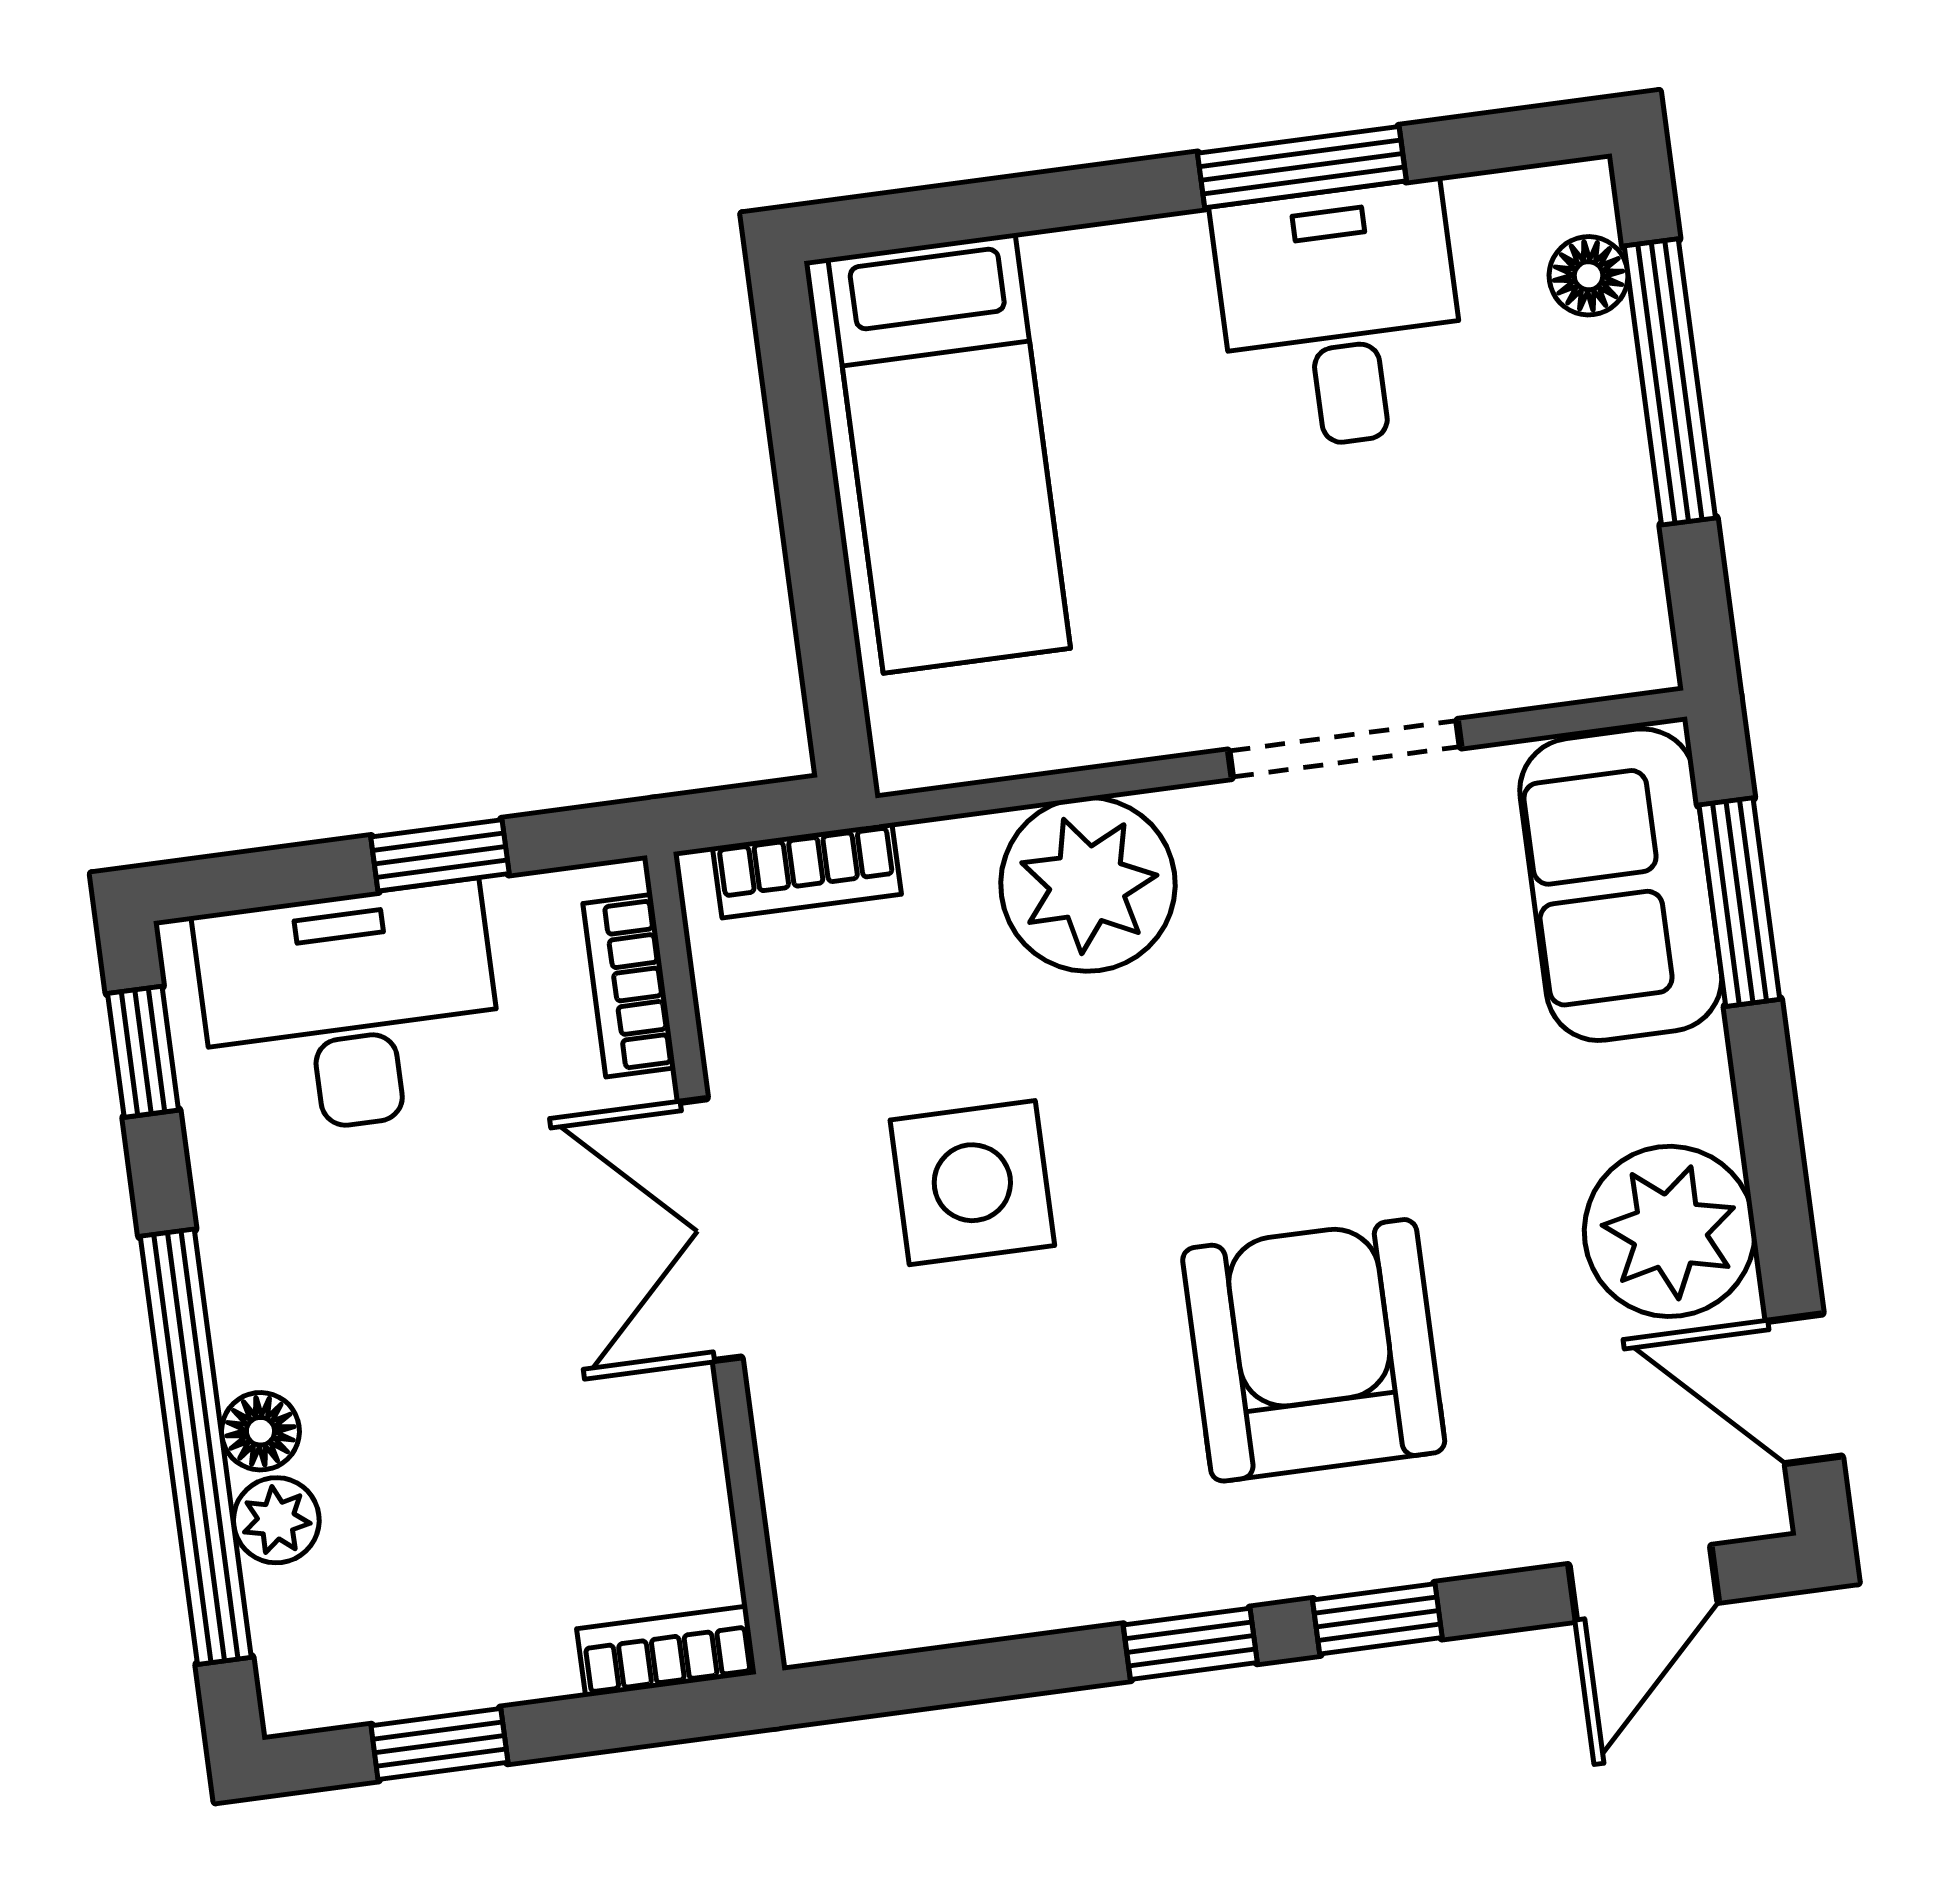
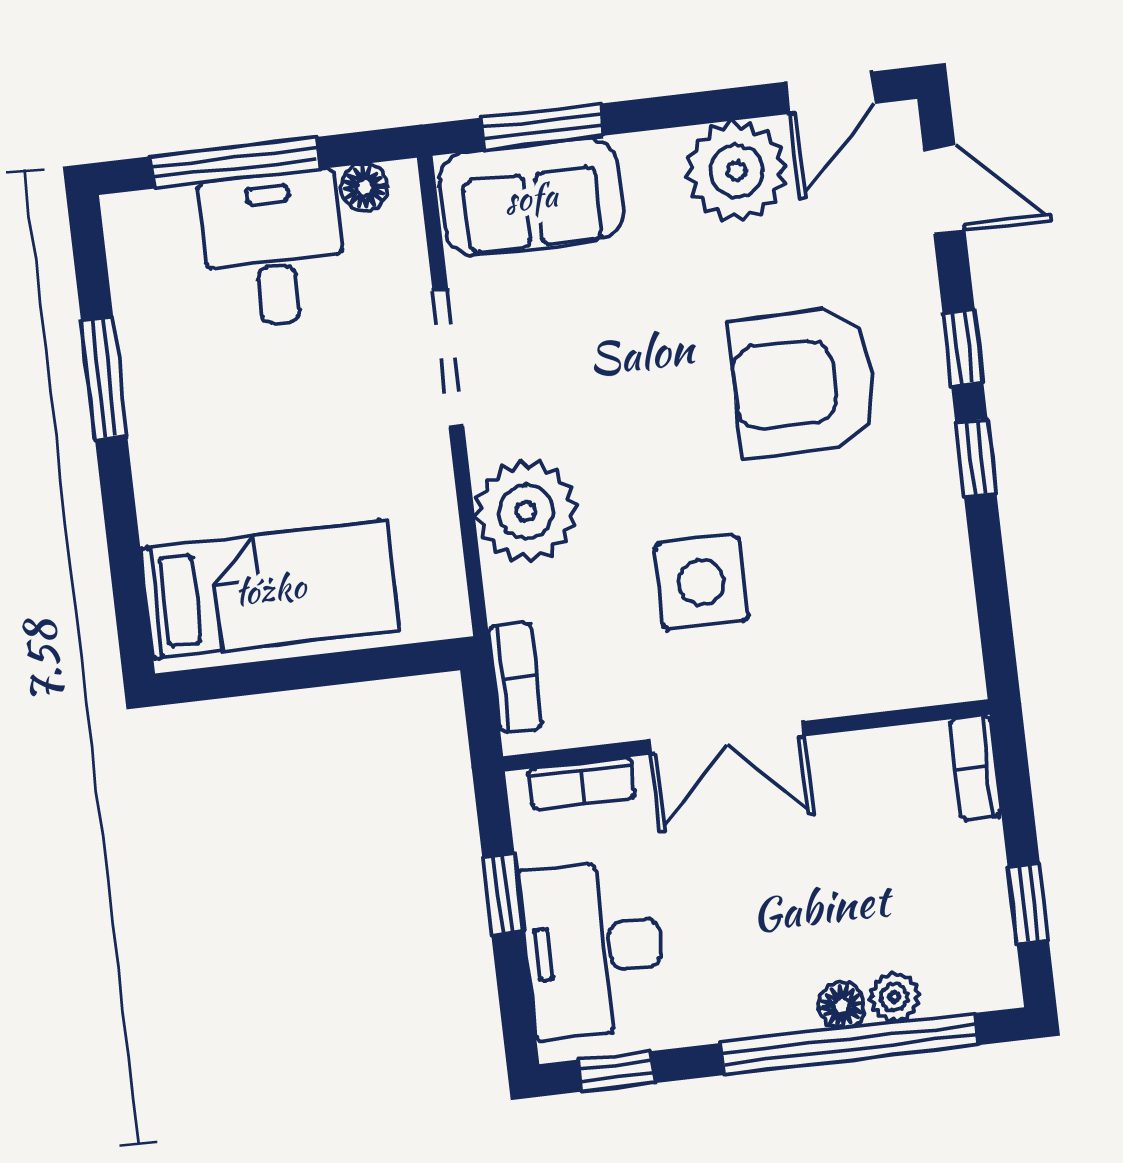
floor lamp: (1589, 276) -> (364, 187), moved
desk: (1341, 316) -> (273, 249), moved, turned 90

